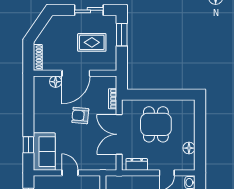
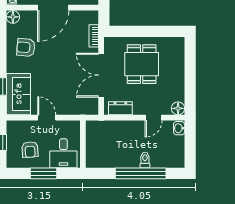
floor lamp: (56, 82) -> (13, 17), moved
armchair: (80, 116) -> (26, 47), moved
floor lamp: (189, 148) -> (178, 108), moved

